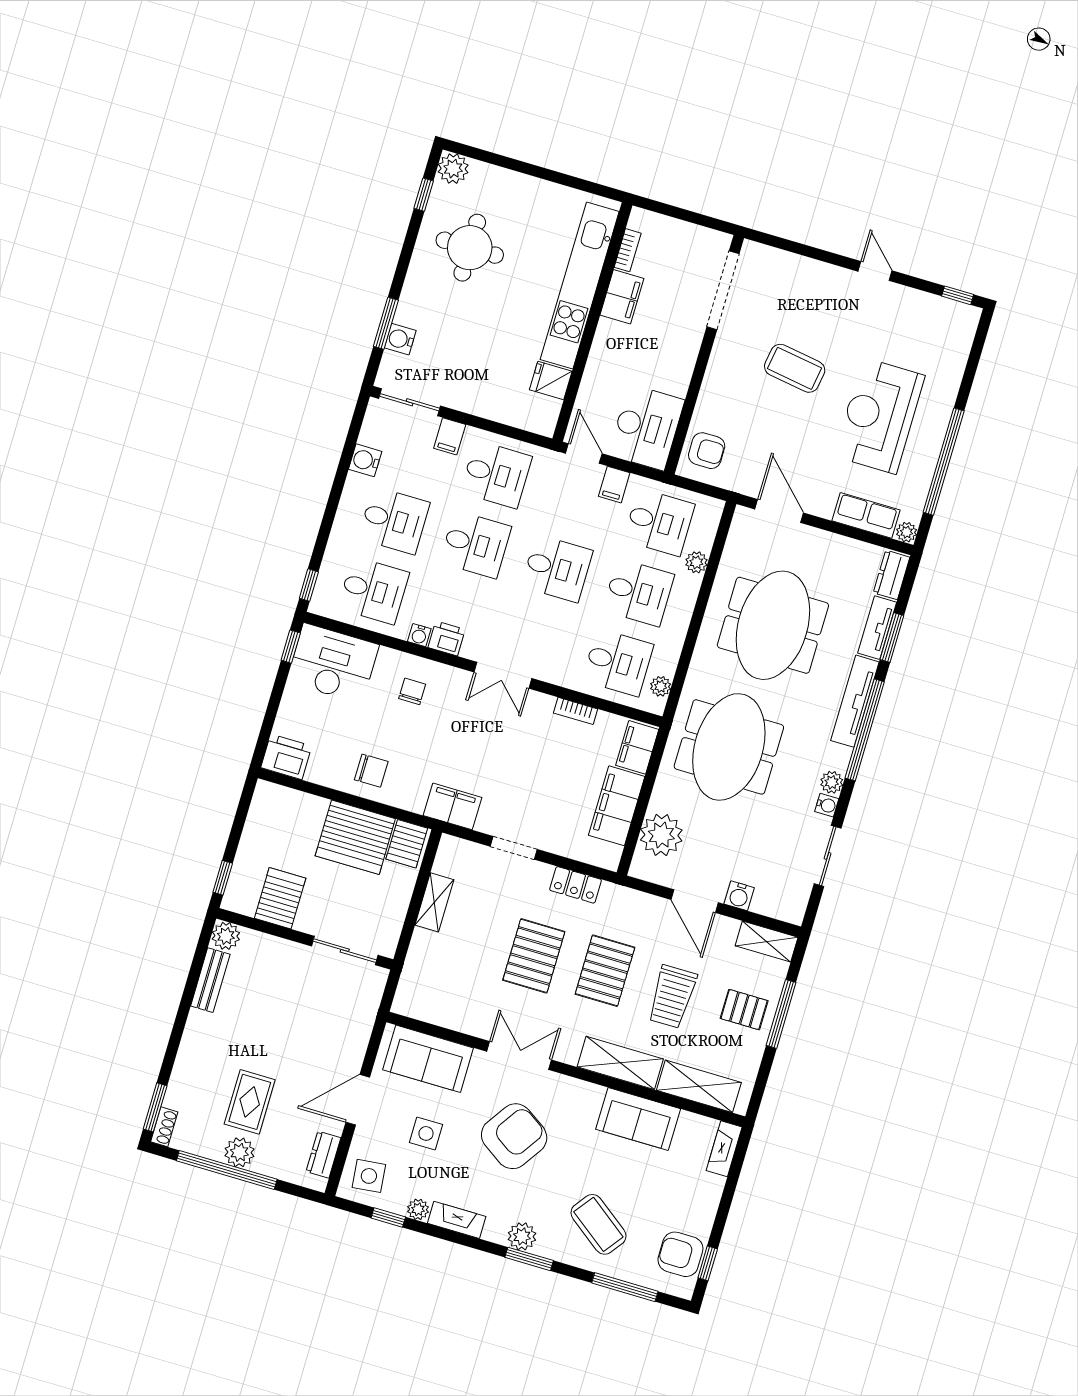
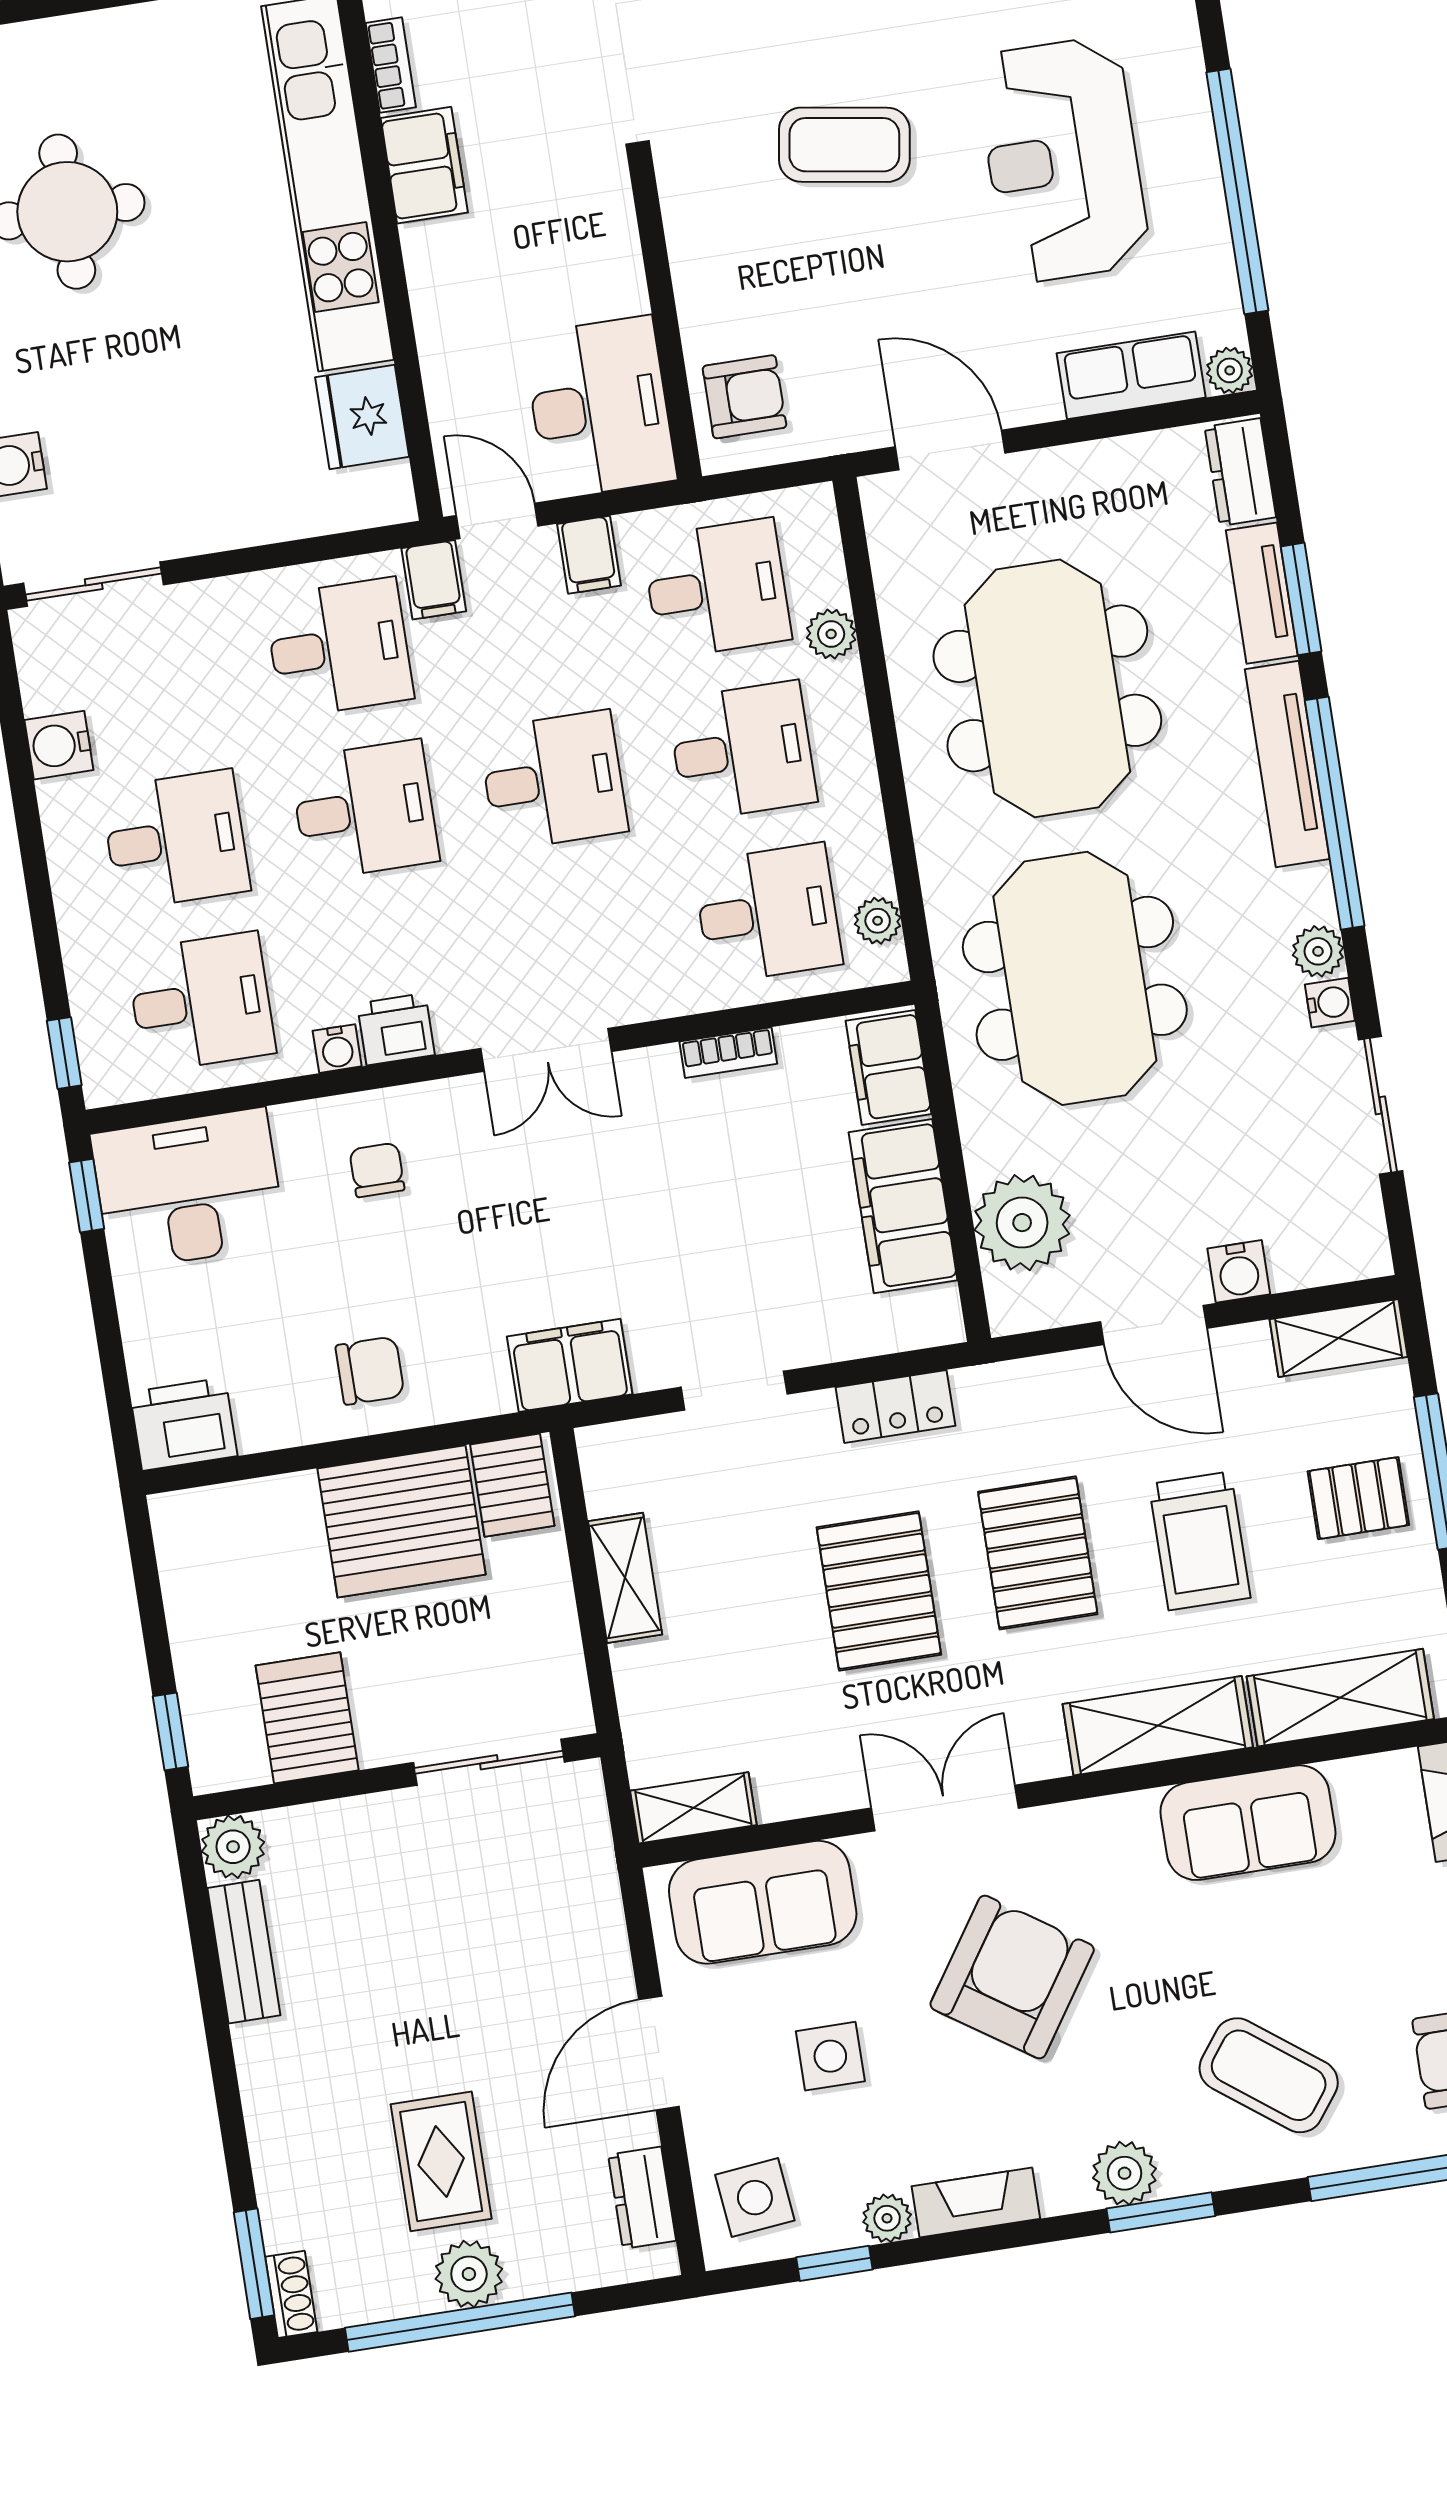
fridge: (551, 381) -> (362, 417), width x1.38
filing cabinet: (450, 436) -> (434, 580), moved
shelving: (418, 1008) -> (693, 1808), added

